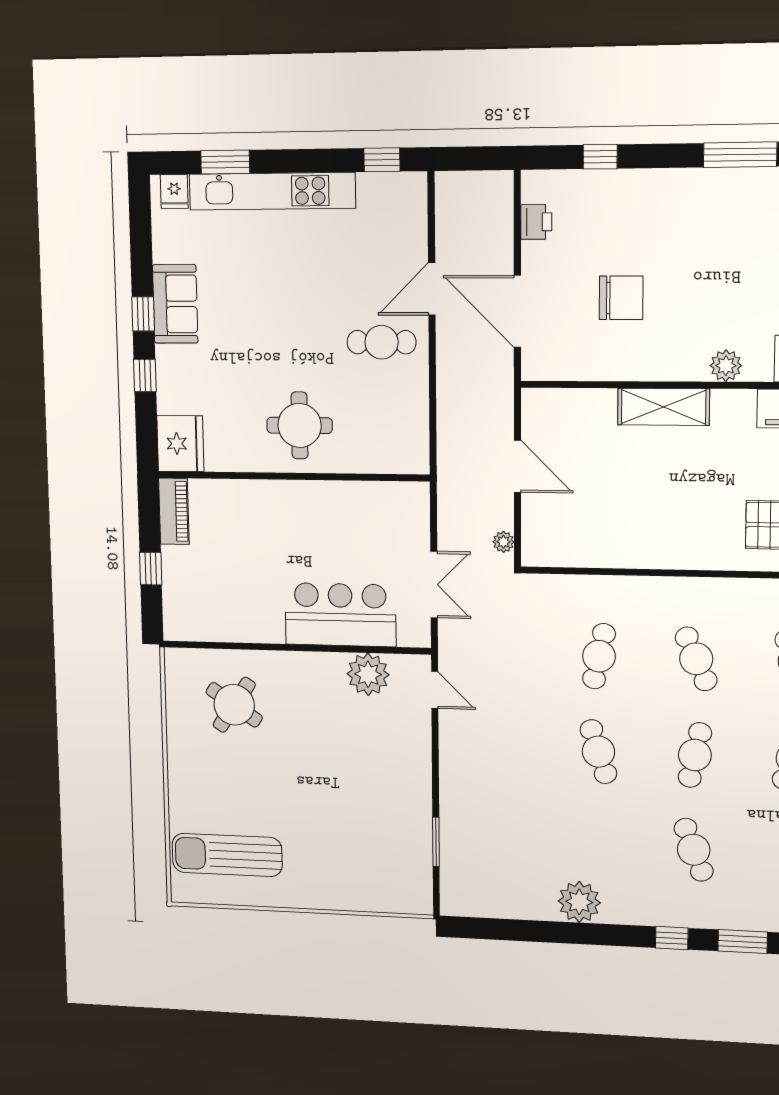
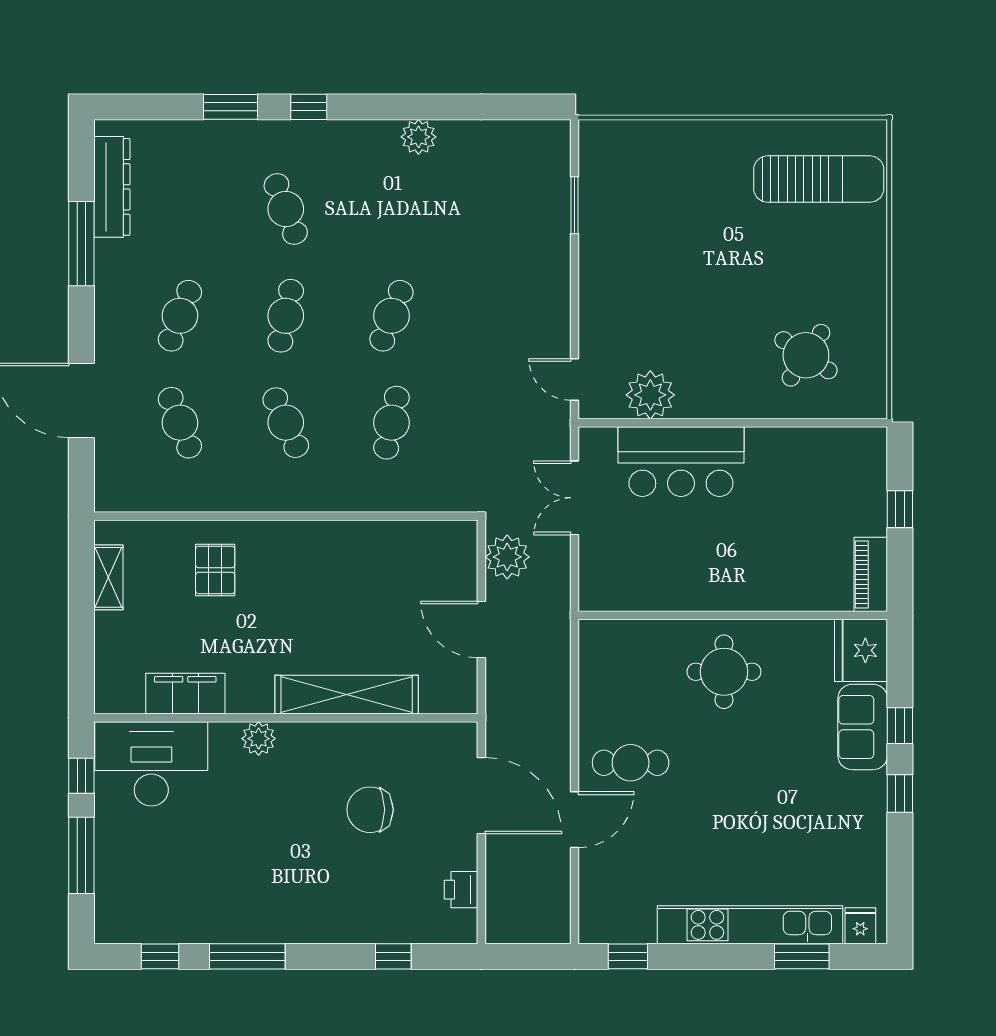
sofa: (175, 304) -> (863, 727), moved
shelving: (664, 407) -> (347, 695), width x1.47
plant: (503, 542) -> (507, 557), width x1.88, depth x1.88
cafe table: (598, 752) -> (391, 316), turned 39
plant: (579, 902) -> (419, 137), width x0.73, depth x0.73

